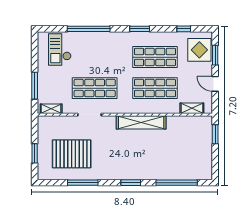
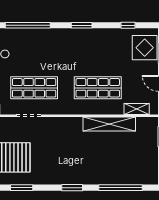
shop shelf: (155, 57) -> (98, 55), removed
shelving: (141, 122) -> (109, 124), moved
window: (83, 183) -> (22, 188), width x0.69

